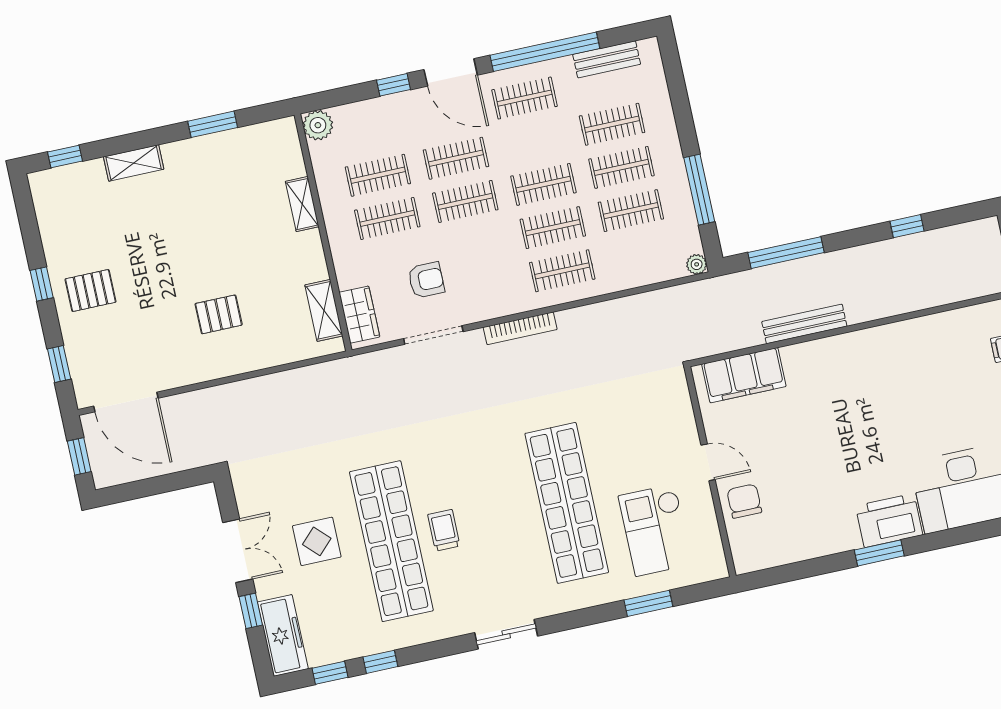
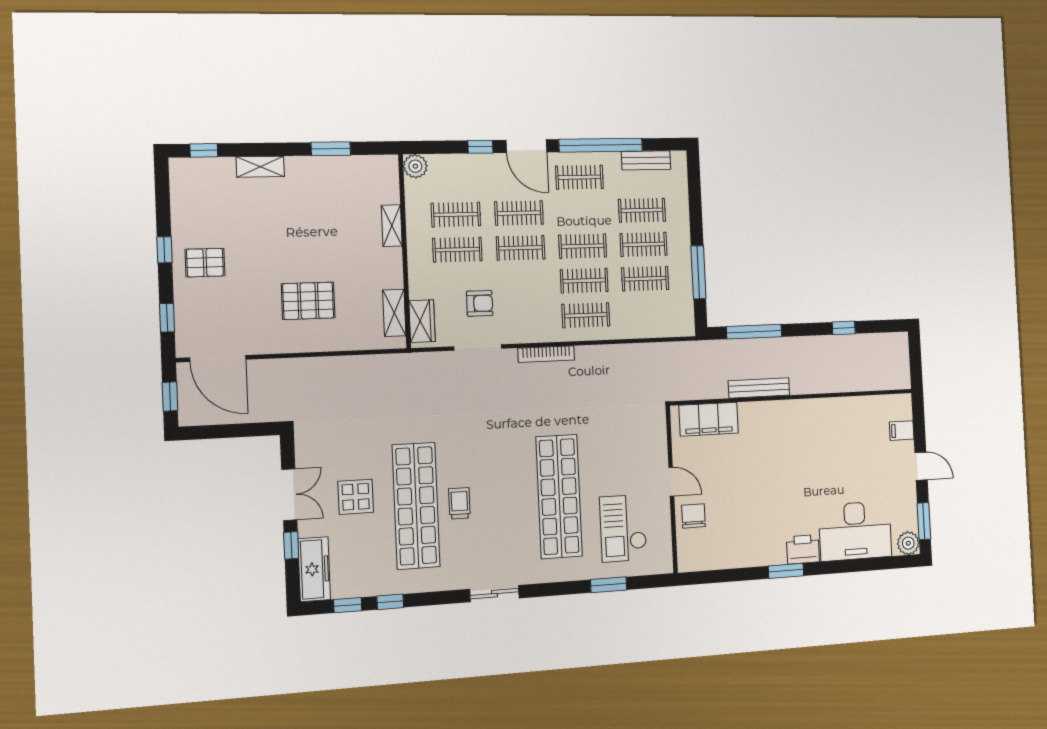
plant: (697, 264) -> (687, 329), removed
pallet: (219, 314) -> (308, 301), width x1.50, depth x1.42
printer: (889, 520) -> (803, 549), width x0.73, depth x0.84

